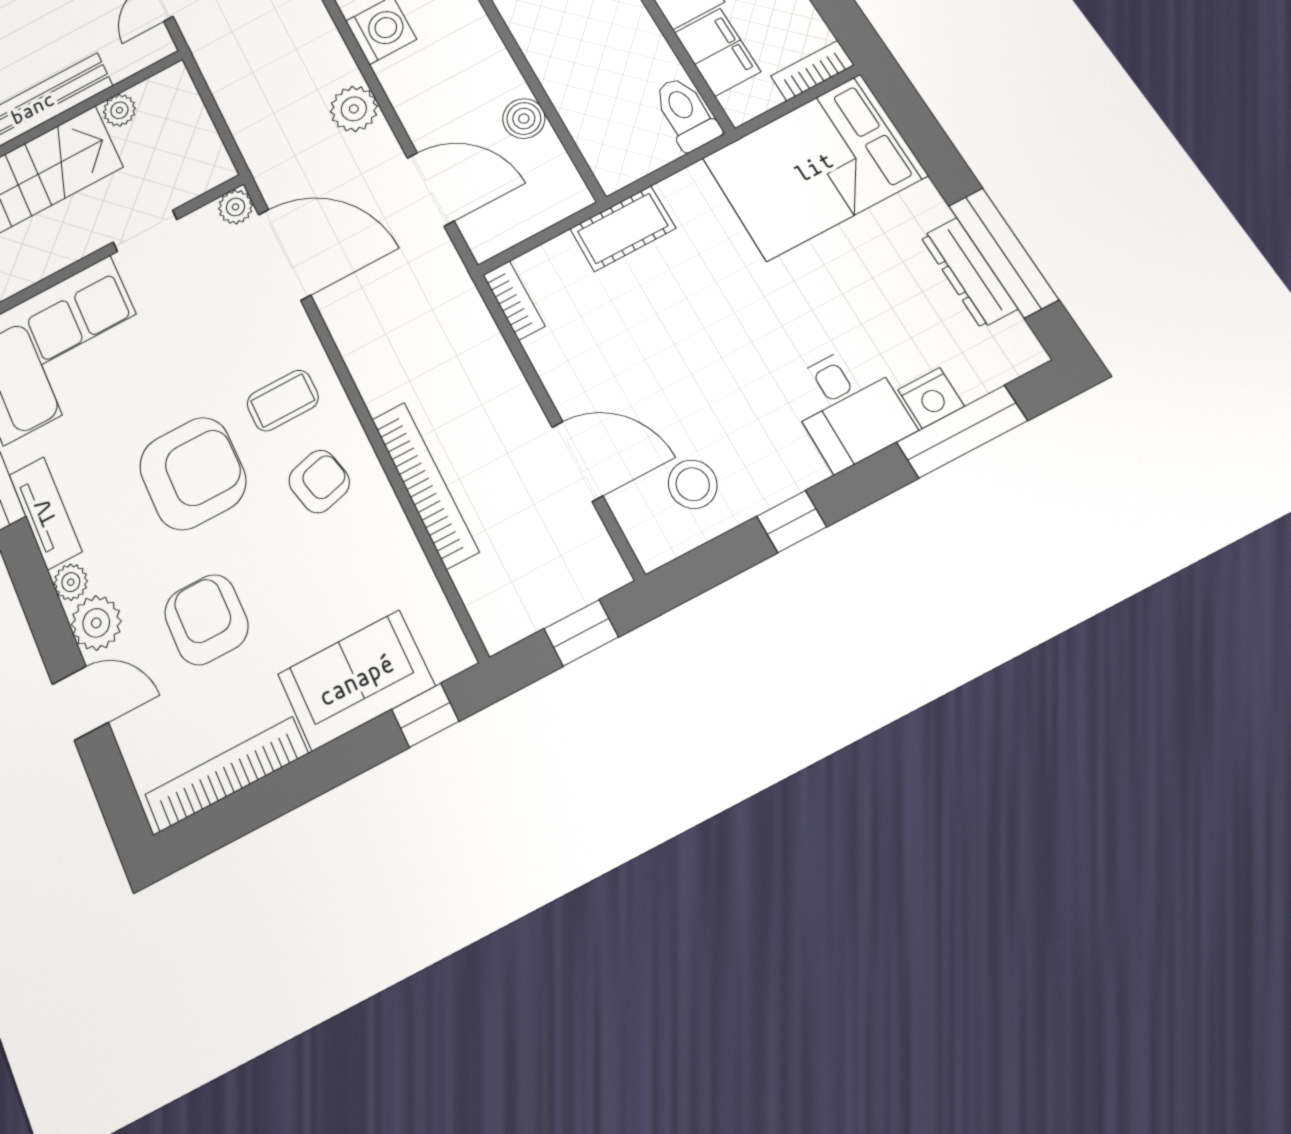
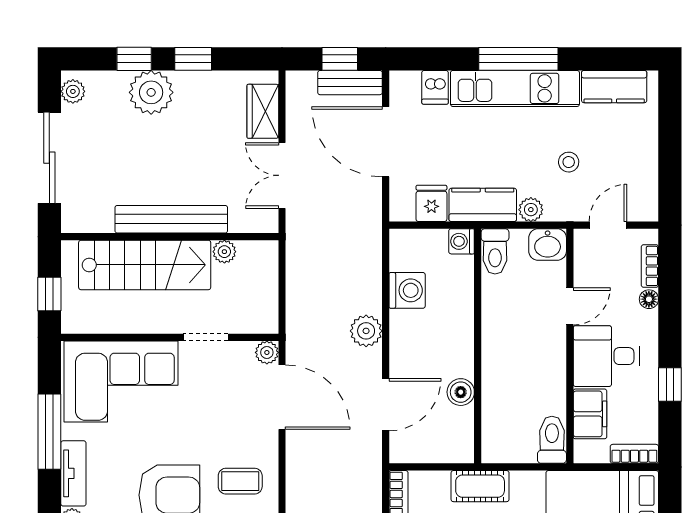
door: (431, 189) -> (386, 405), hinge flipped

